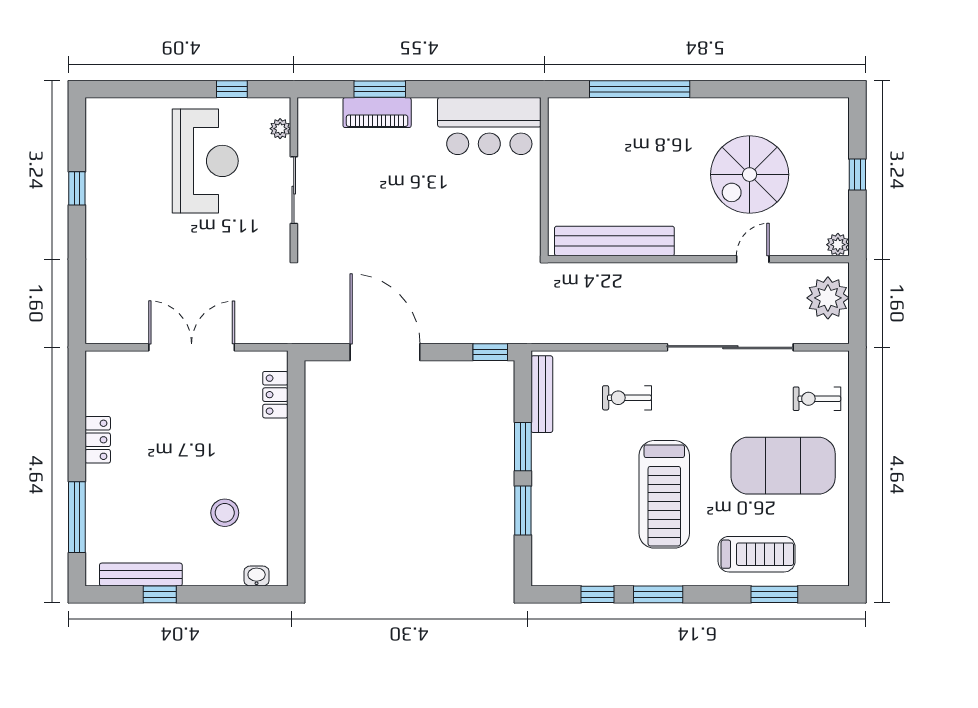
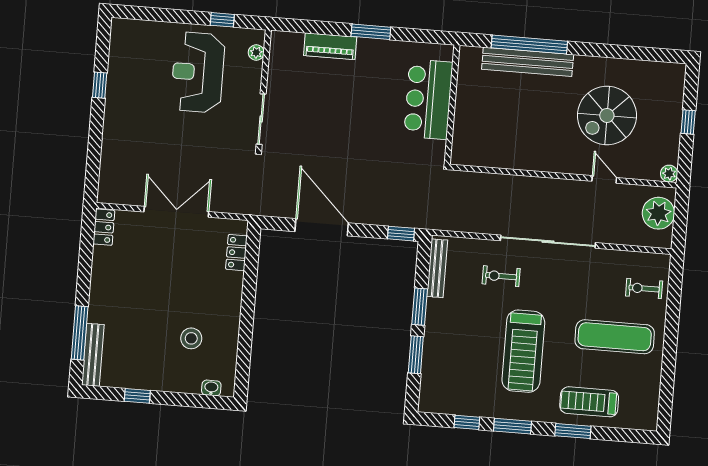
window: (380, 89) -> (371, 32), moved
bar counter: (489, 126) -> (428, 99), moved, turned 90
reception desk: (205, 161) -> (198, 72), turned 180
sliding door: (294, 190) -> (261, 119), moved
bench: (614, 241) -> (528, 62), moved
door: (753, 259) -> (604, 179), hinge flipped
sliding door: (730, 347) -> (548, 242), moved
locker: (98, 440) -> (104, 227), moved
exercise mat: (783, 466) -> (615, 337), width x0.68
treadmill: (757, 554) -> (589, 402), turned 180
bench: (141, 575) -> (93, 355), moved, turned 90
window: (774, 594) -> (573, 431), moved

